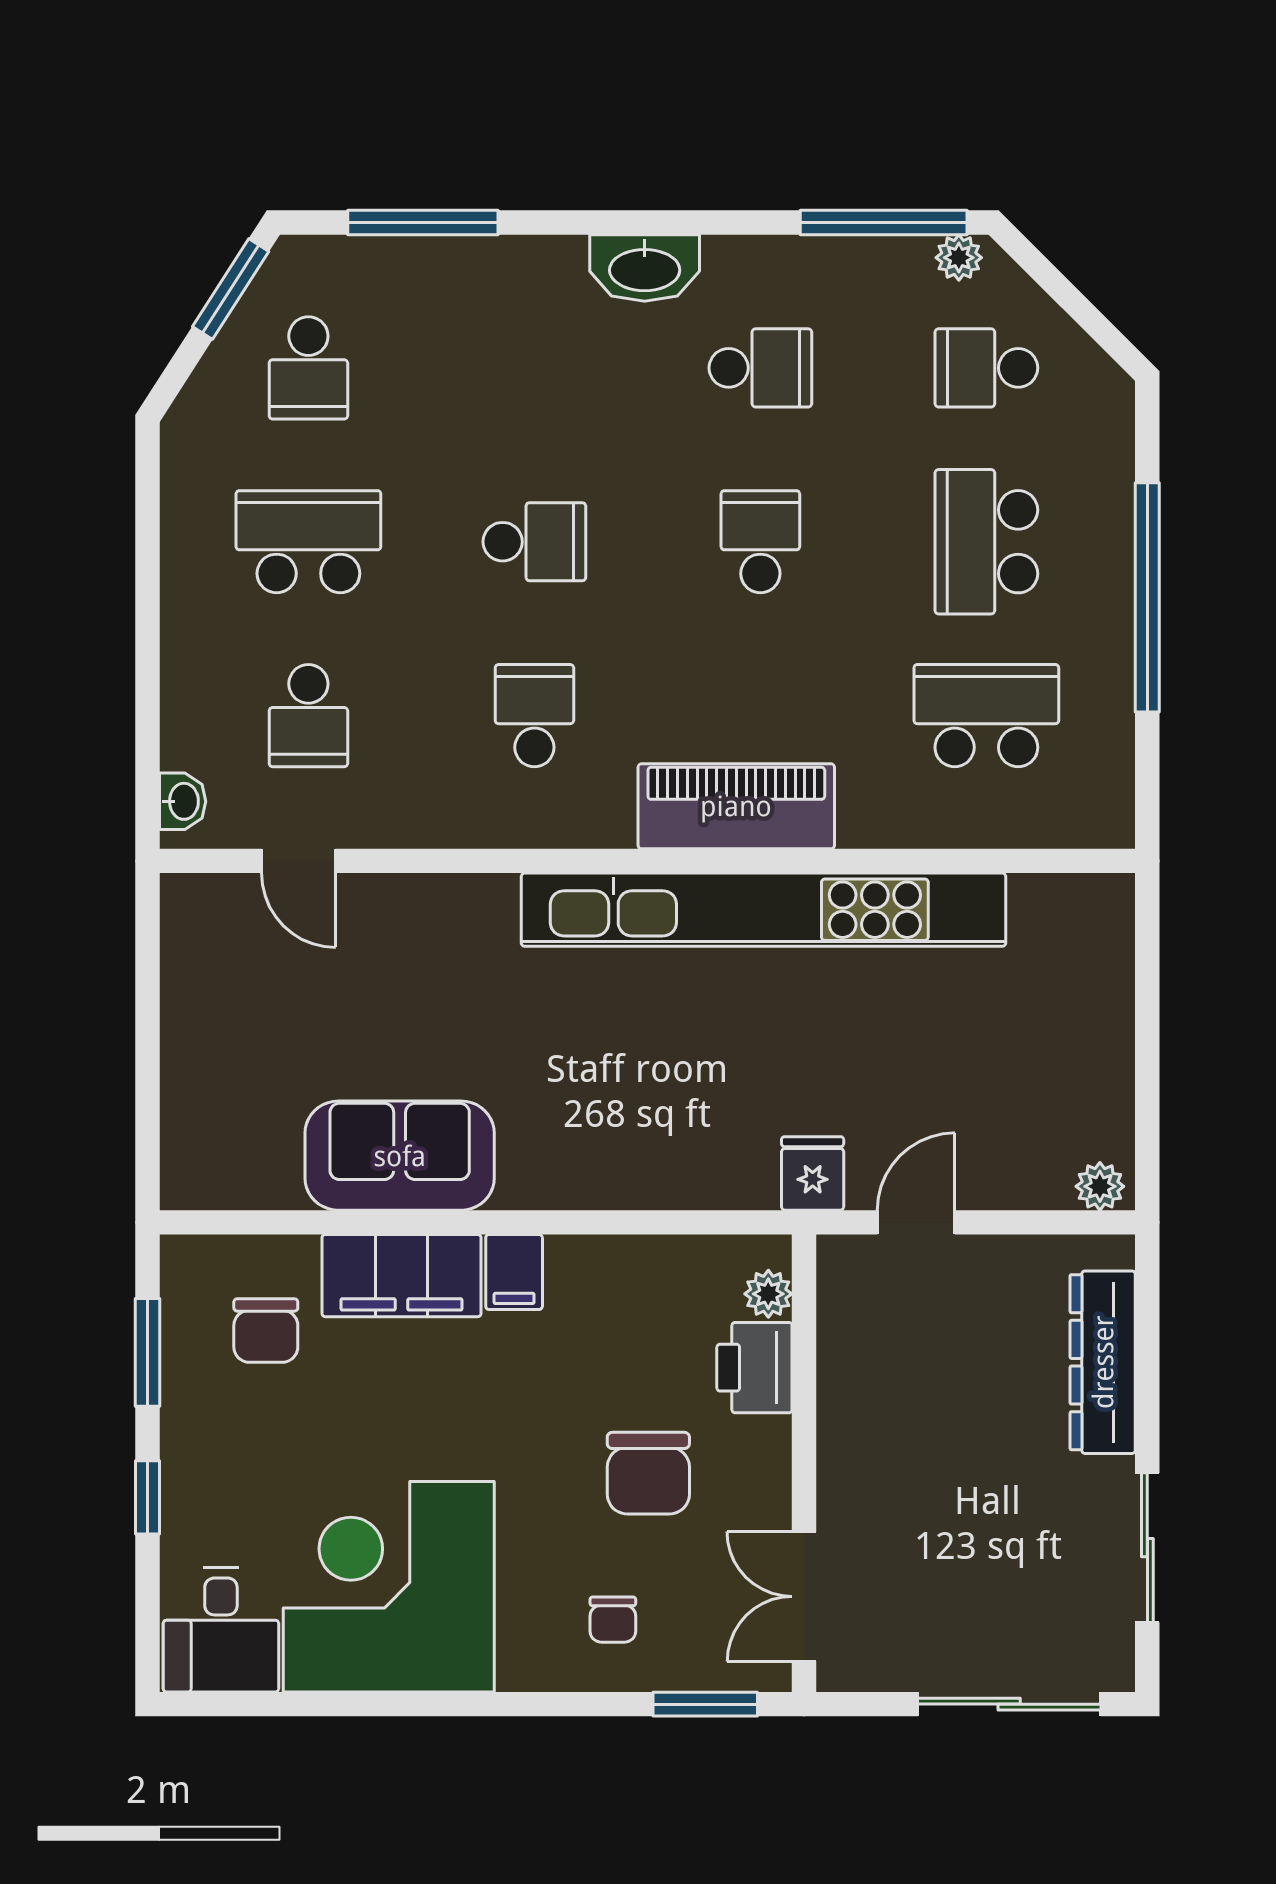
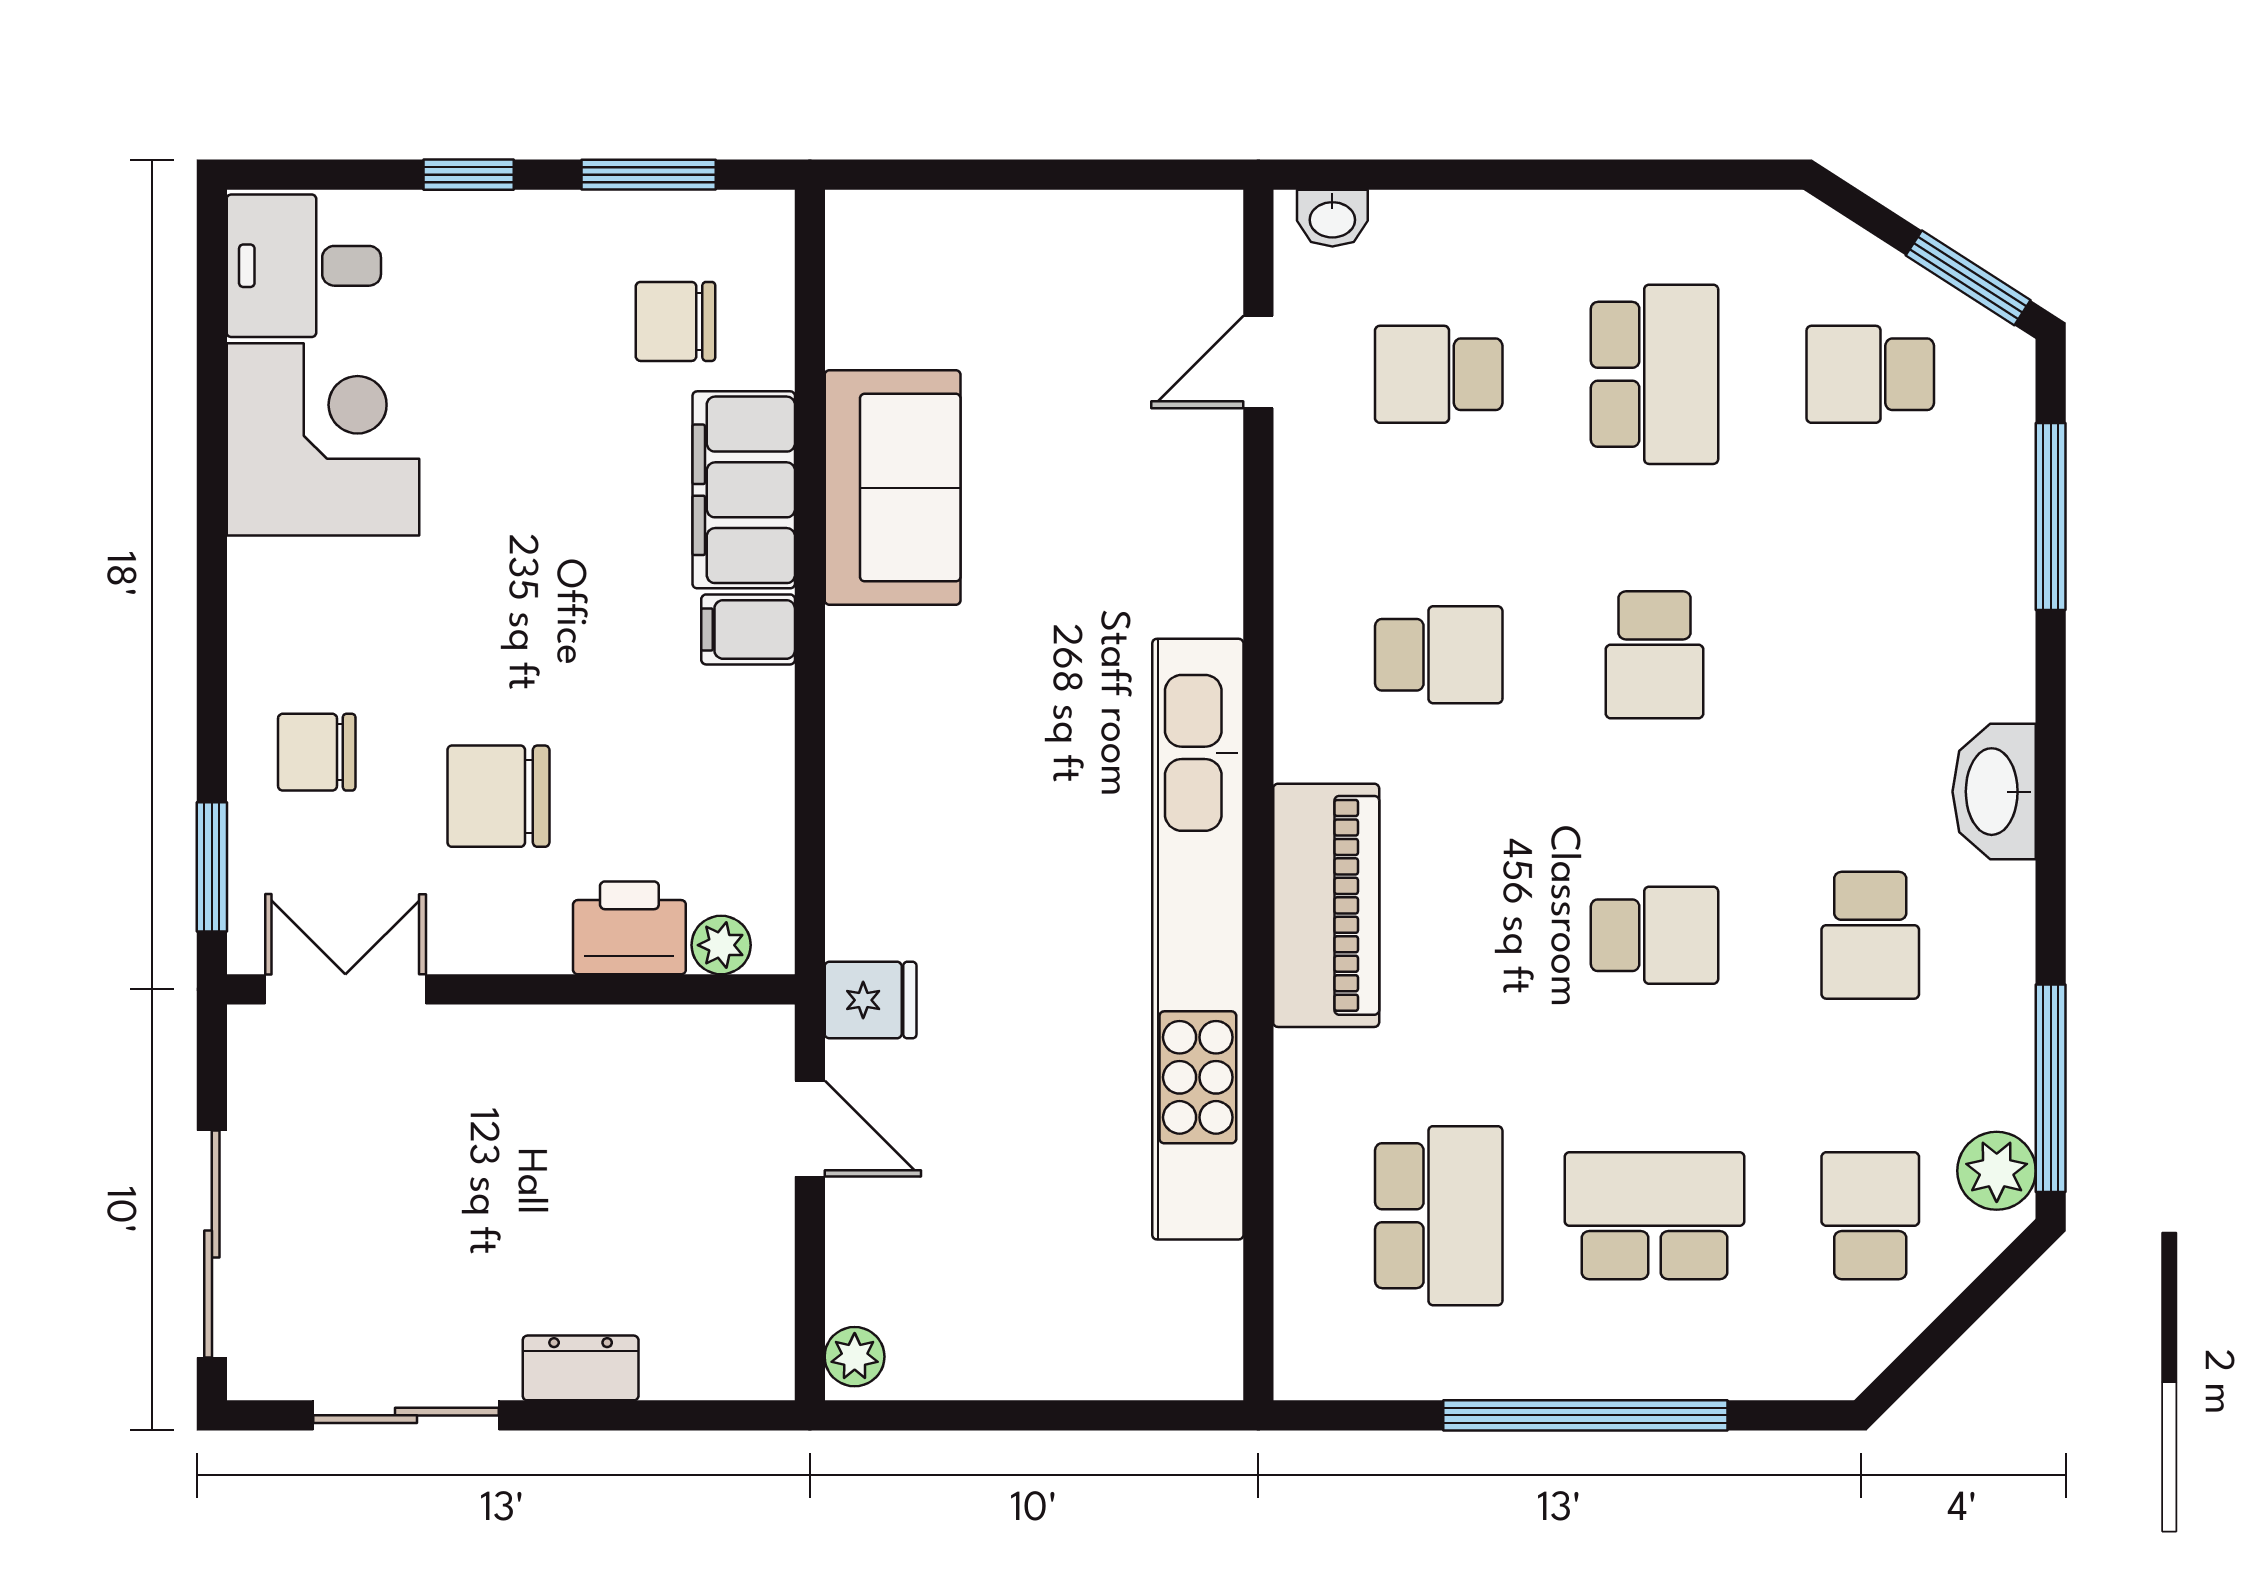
plant: (959, 258) -> (1997, 1171), width x1.38, depth x1.38
dresser: (1103, 1362) -> (581, 1368), width x0.51, depth x0.80
corner desk: (389, 1587) -> (323, 439), width x0.74, depth x0.74
chair: (613, 1620) -> (317, 752), width x1.37, depth x1.37

